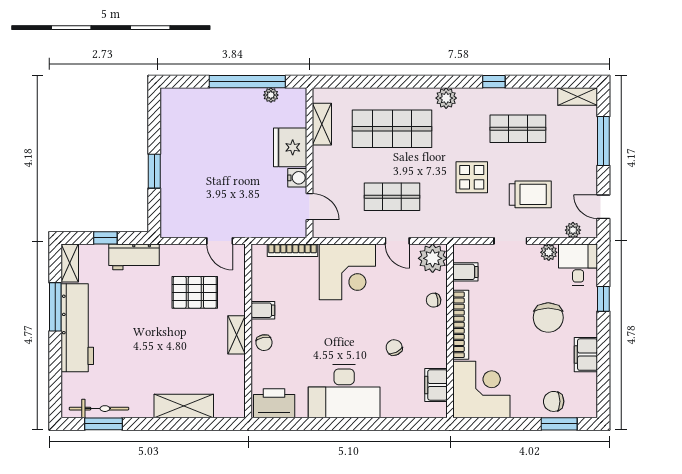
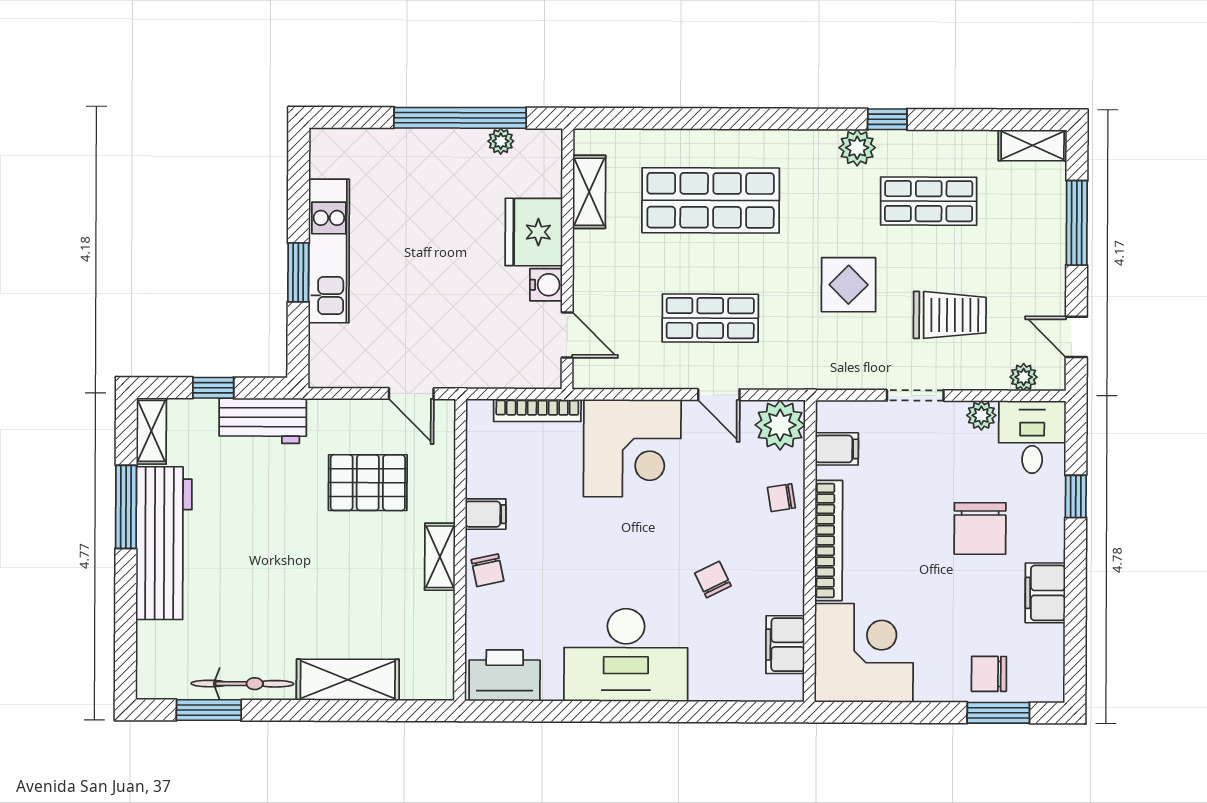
plant: (446, 98) -> (857, 148), moved
kitchen unit: (172, 159) -> (329, 251), added
bicycle: (99, 409) -> (242, 684), moved

